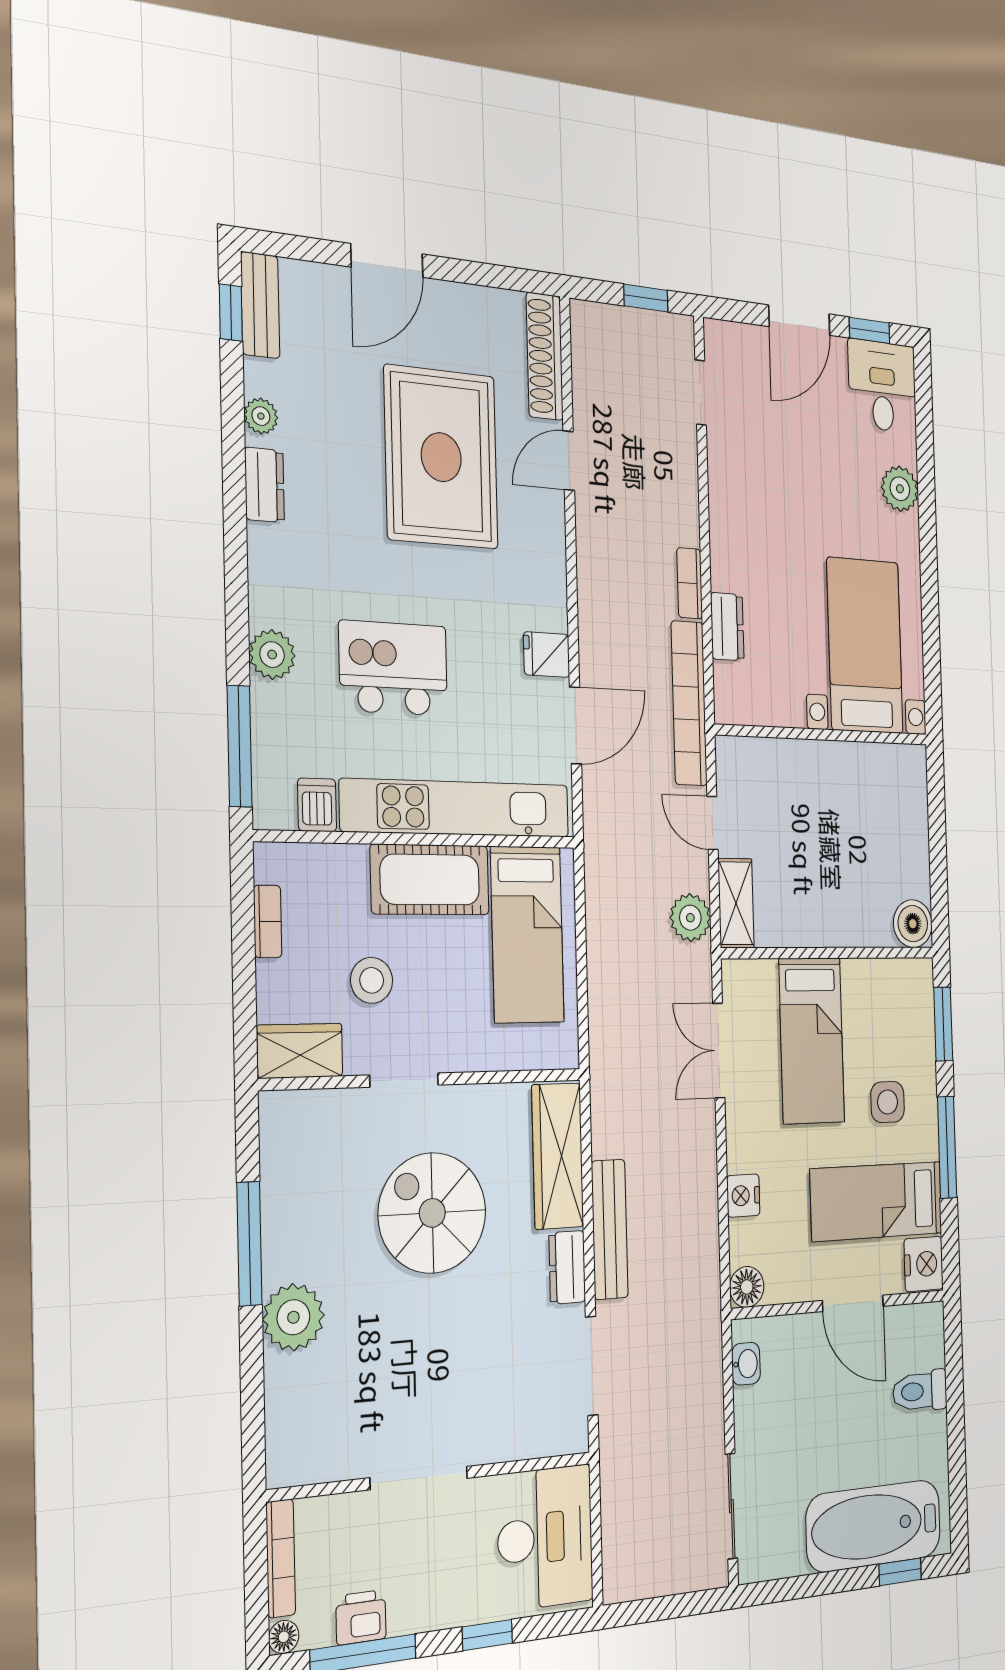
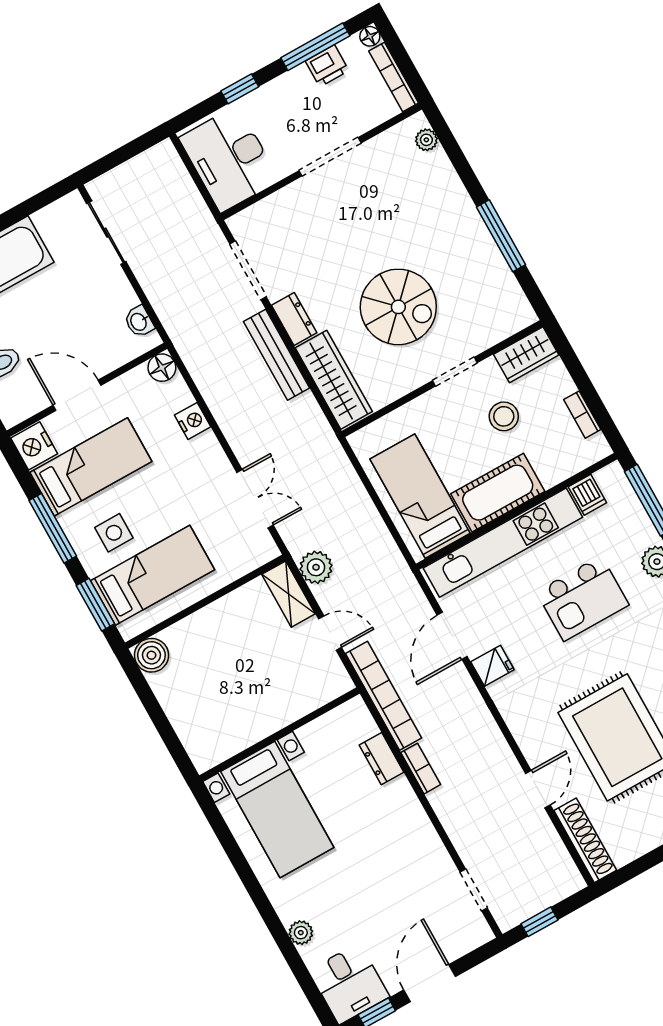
plant: (900, 489) -> (301, 933), width x0.73, depth x0.73
bed: (812, 1040) -> (153, 575), moved, turned 90
plant: (293, 1317) -> (426, 140), moved, width x0.53, depth x0.53

